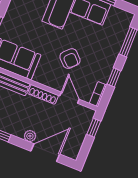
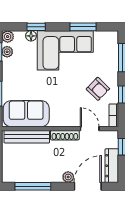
armchair: (70, 59) -> (98, 89), moved
dresser: (76, 142) -> (112, 166), added

